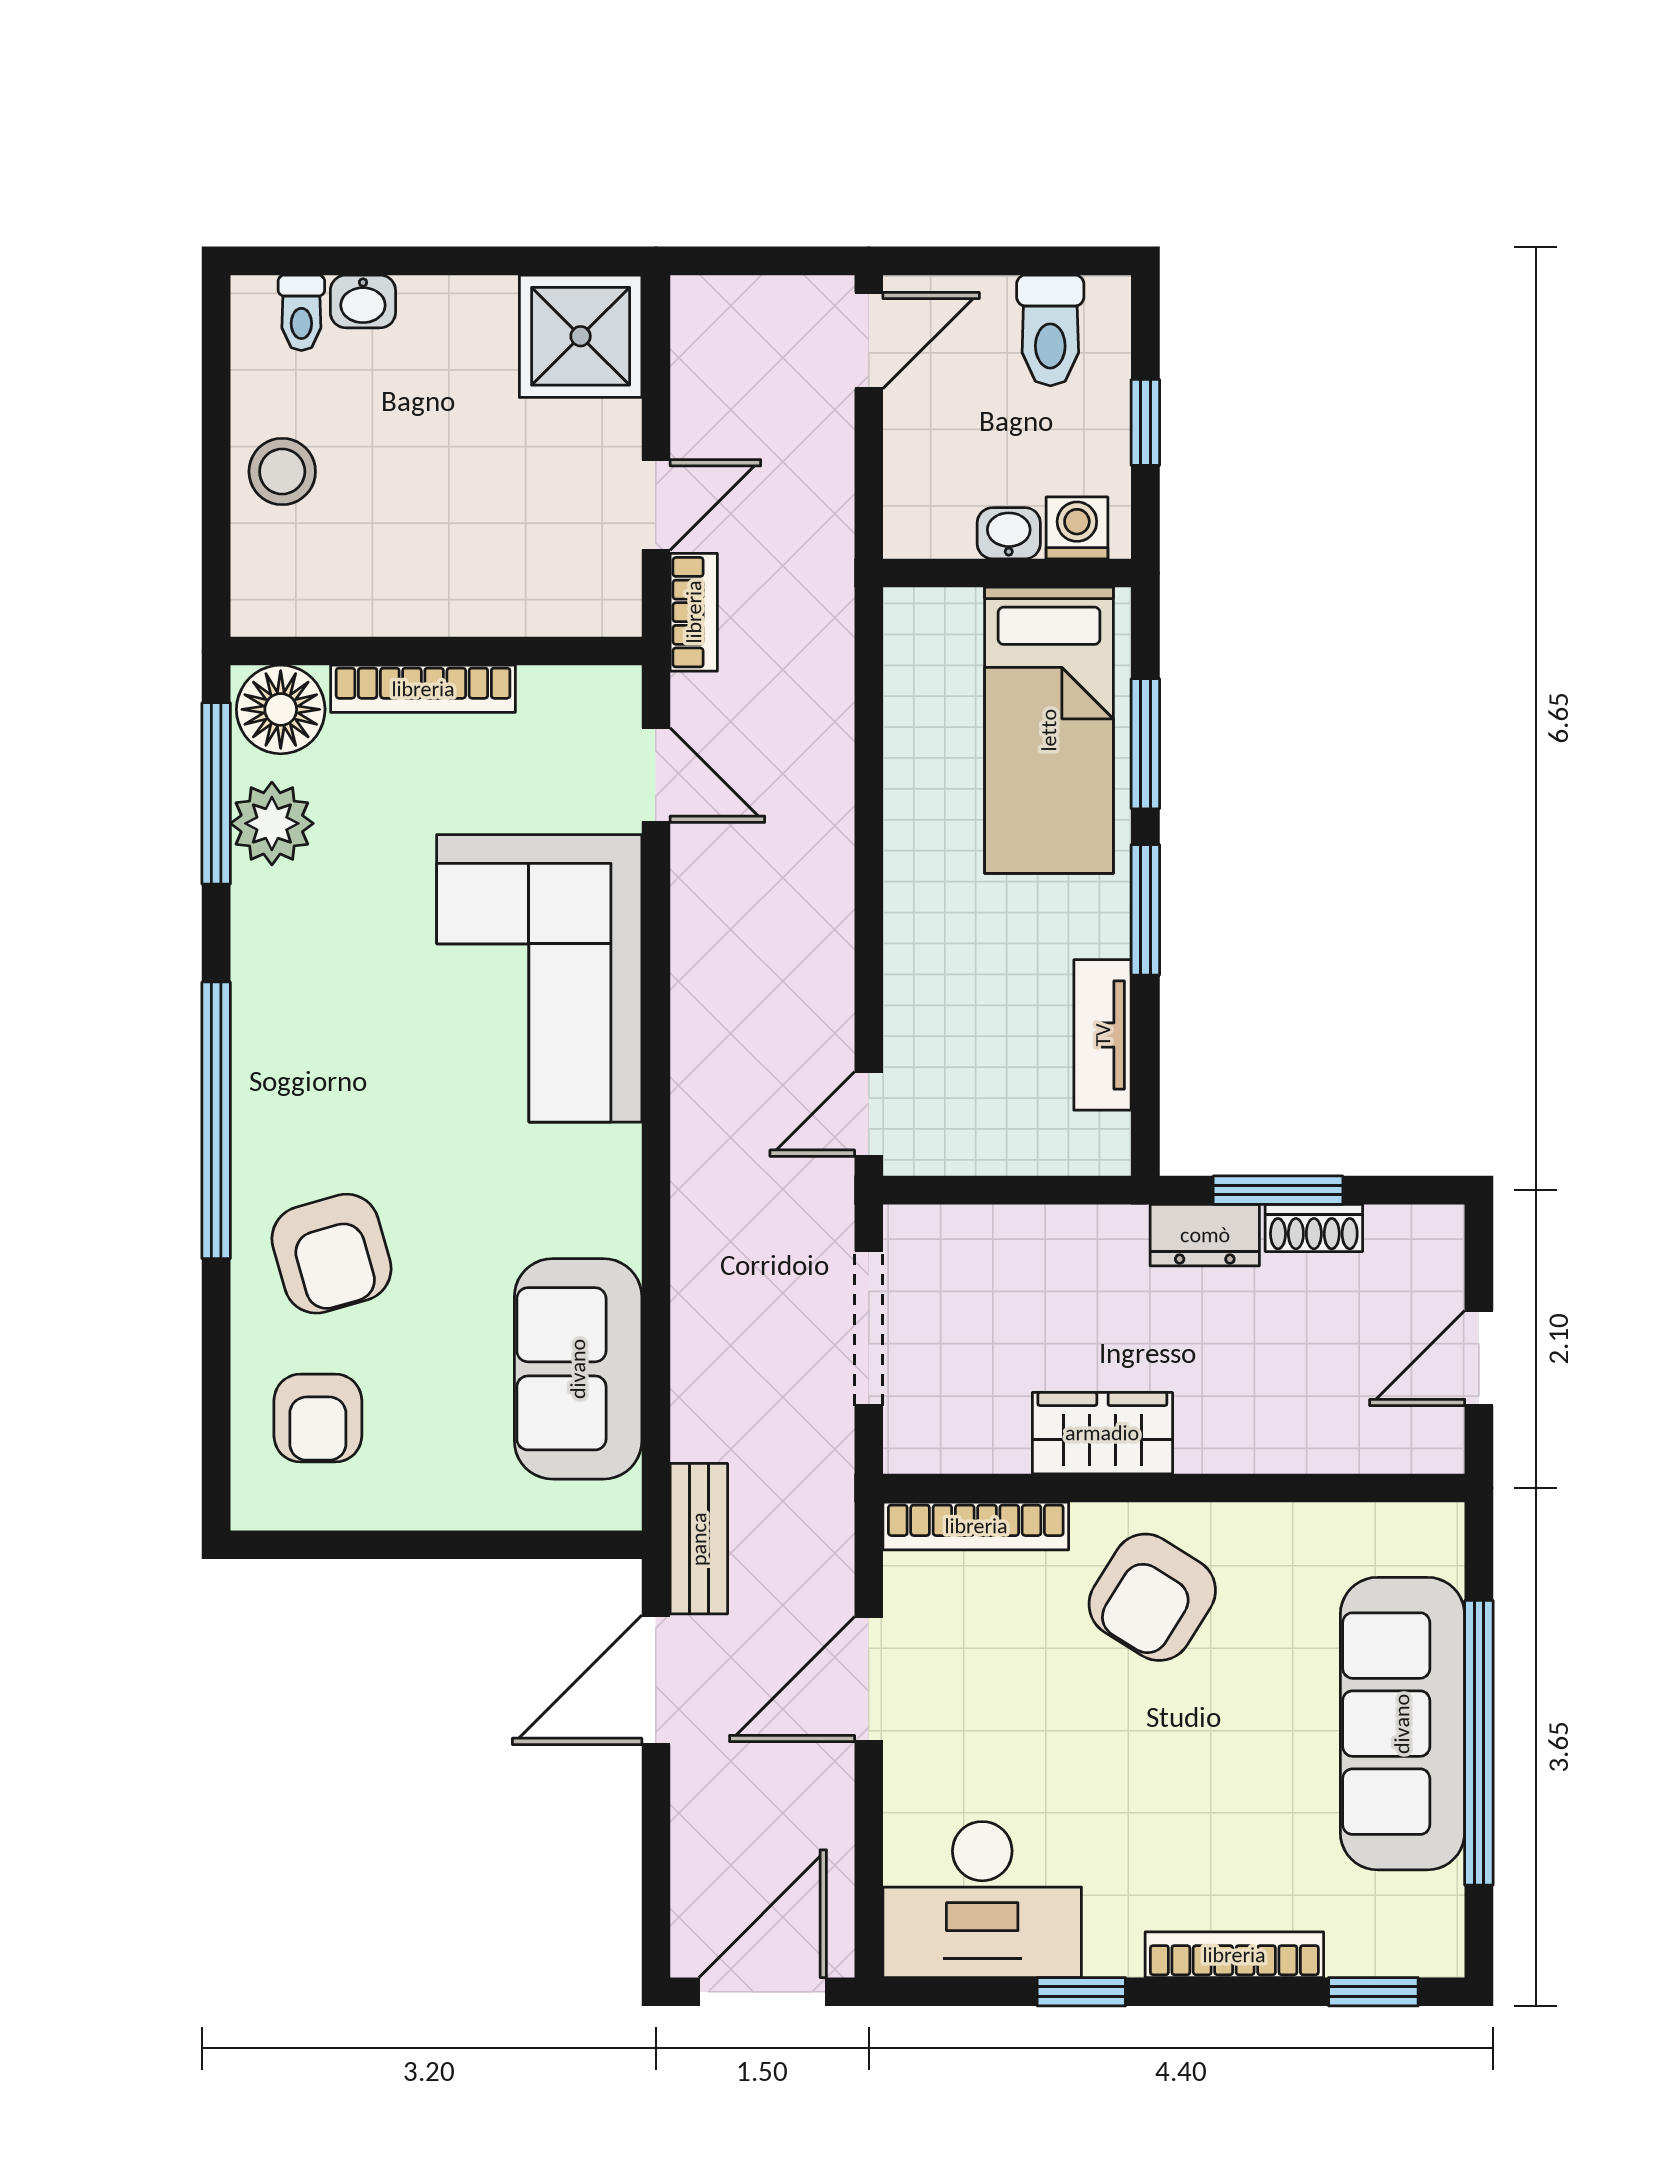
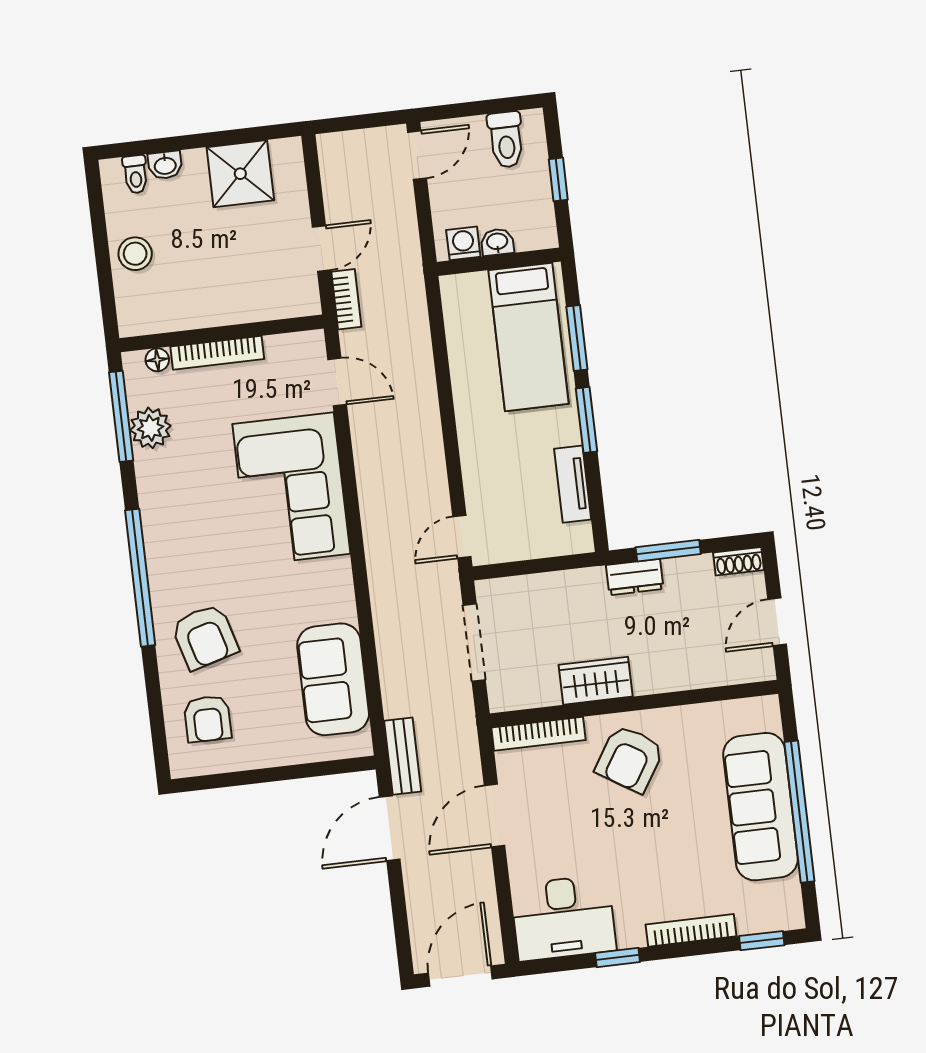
shower: (581, 336) -> (240, 174), moved
washing machine: (1077, 528) -> (463, 243), moved
floor lamp: (281, 709) -> (157, 360), width x0.53, depth x0.53
shoe rack: (1314, 1228) -> (738, 561), moved

